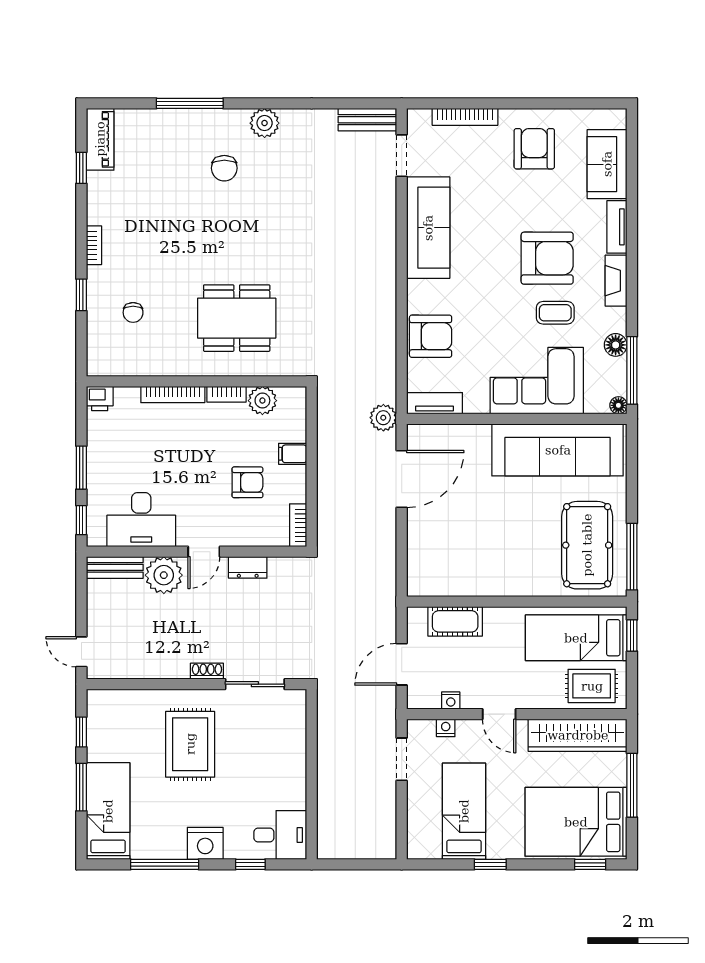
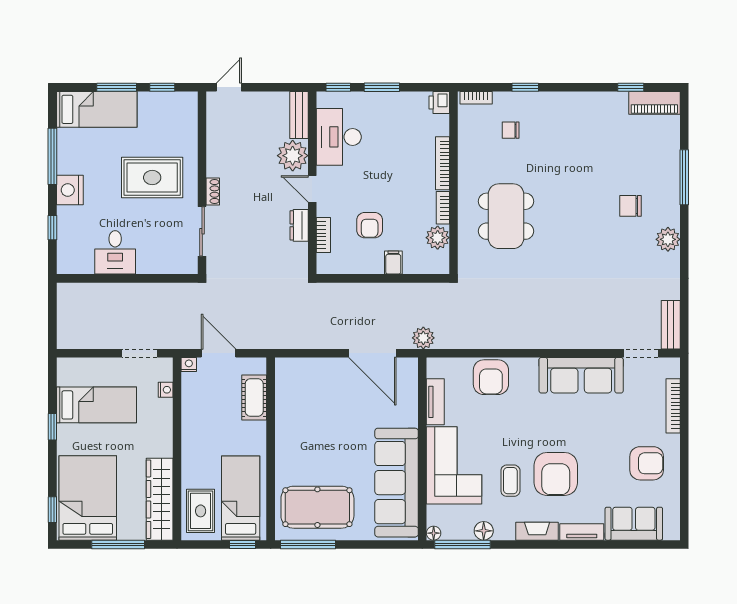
bookcase: (94, 245) -> (476, 98), moved
tv unit: (435, 403) -> (435, 402), moved
bookcase: (298, 525) -> (323, 235), moved, turned 90
nightstand: (451, 701) -> (189, 365), moved, turned 90
door: (499, 714) -> (177, 434), removed
desk: (280, 835) -> (115, 252), moved

